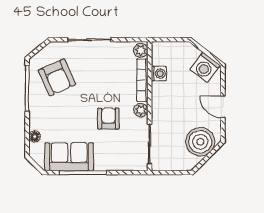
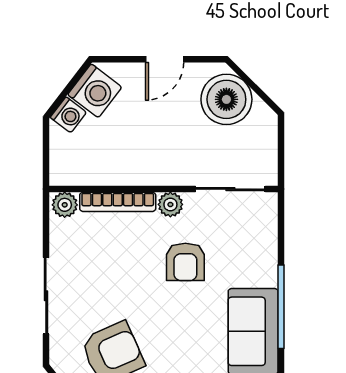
washing machine: (159, 74) -> (68, 115), moved, turned 127
armchair: (108, 119) -> (185, 262), turned -90

